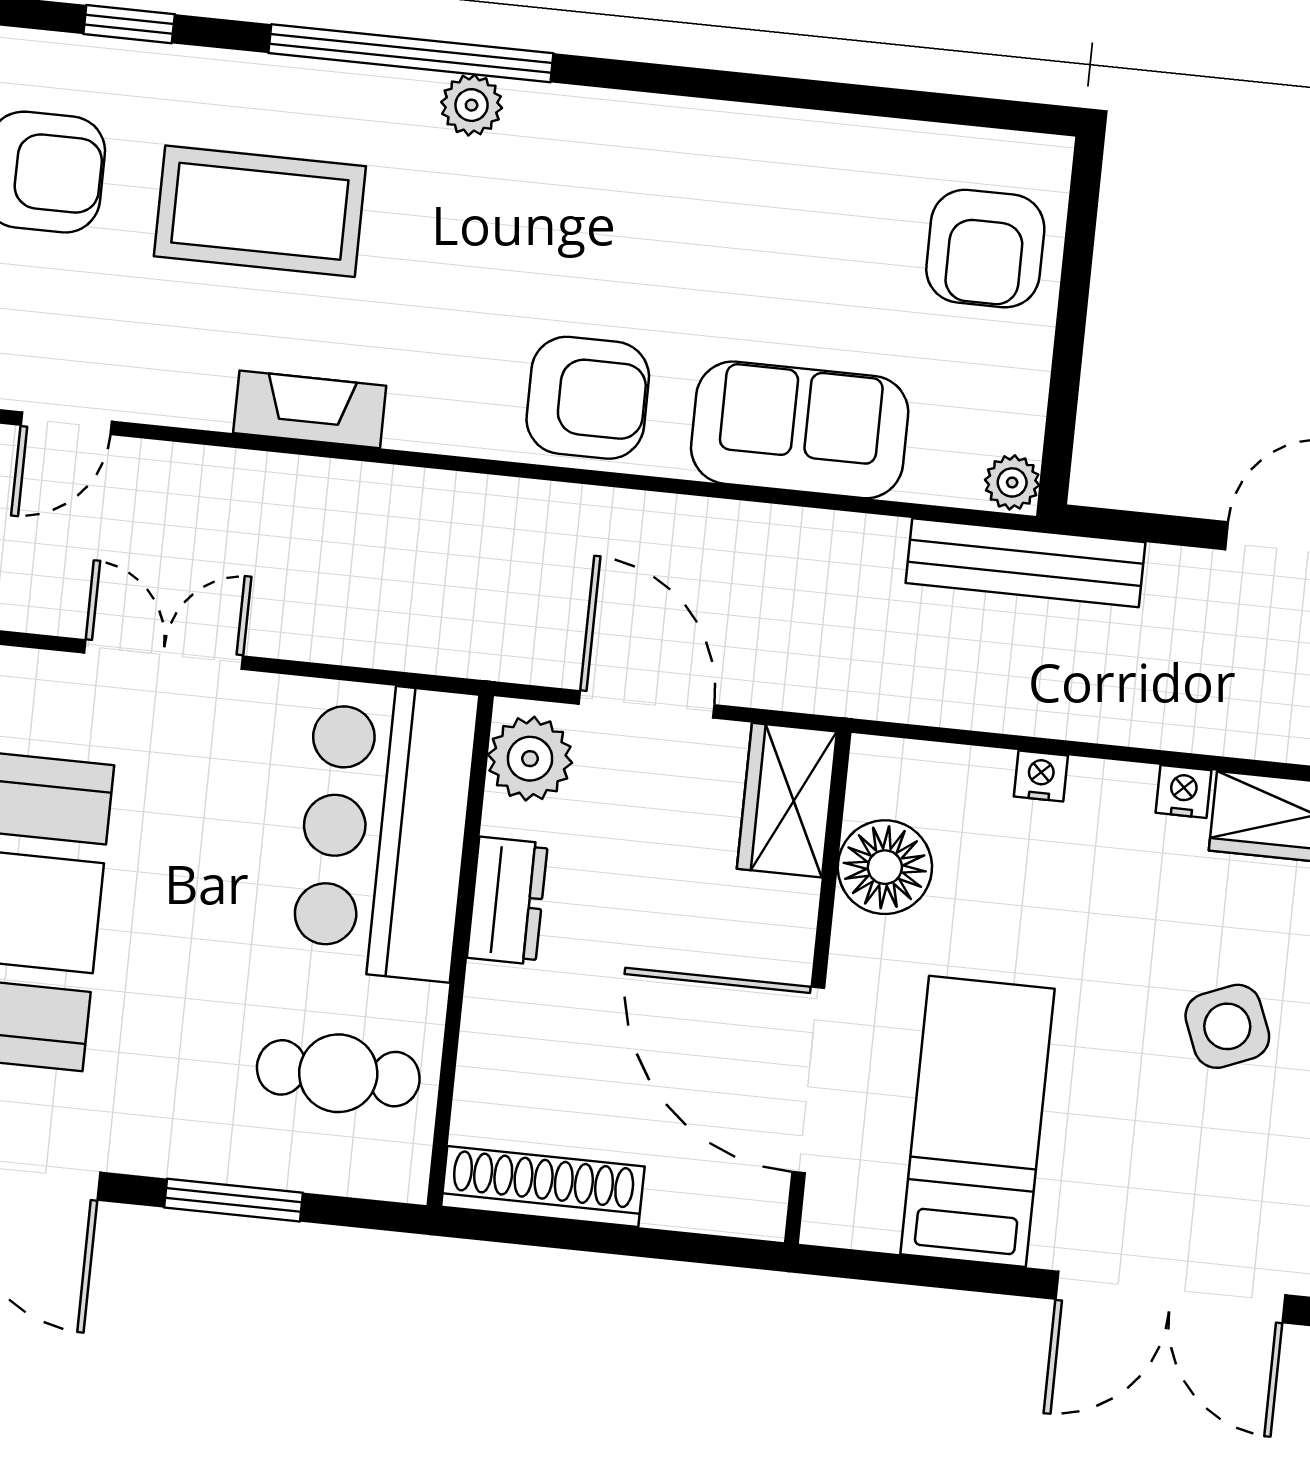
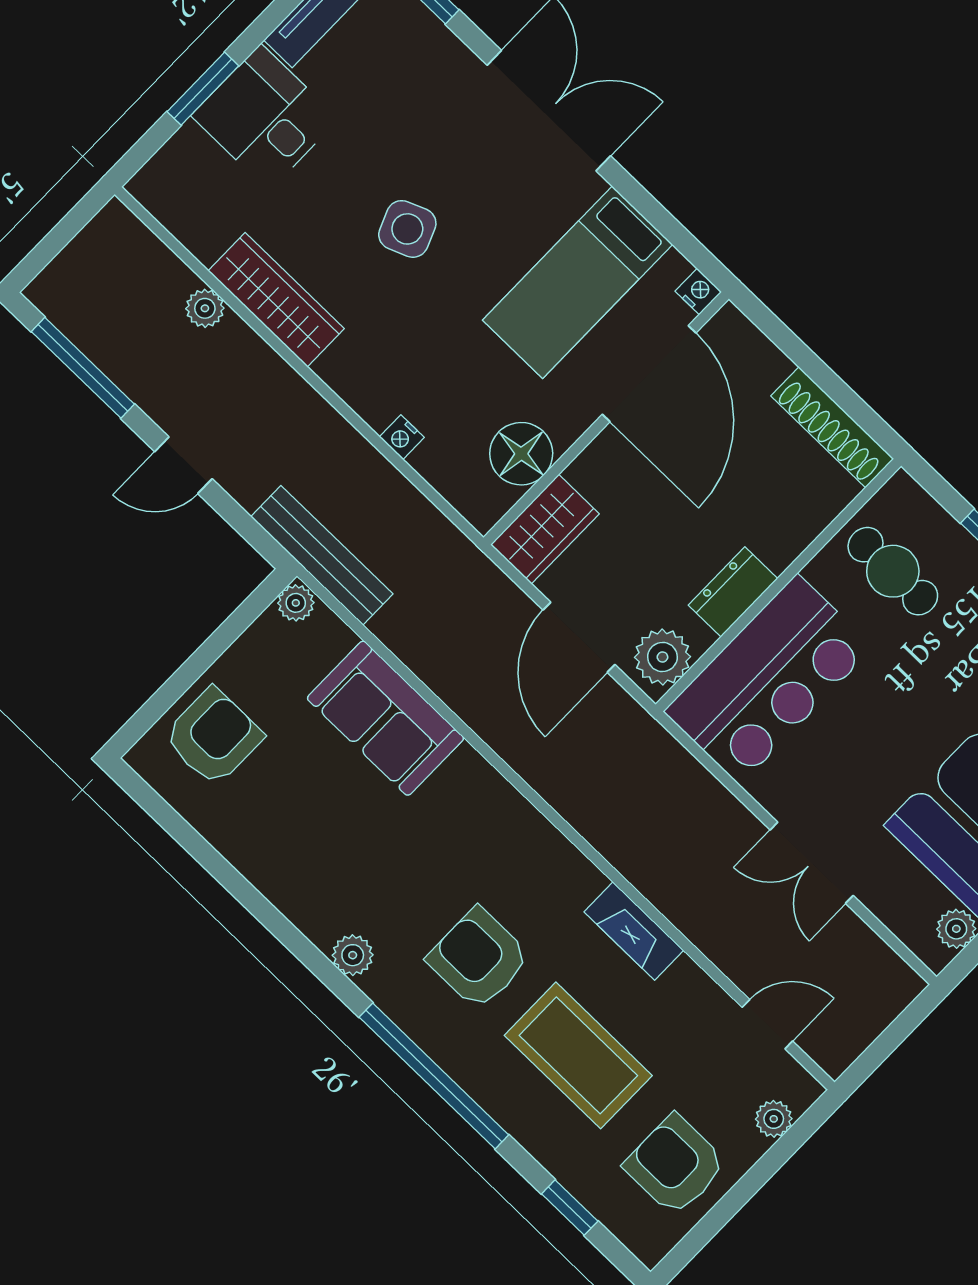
plant: (472, 105) -> (353, 955), moved
armchair: (588, 398) -> (479, 958), moved
nightstand: (1183, 792) -> (698, 291), moved, turned 180

